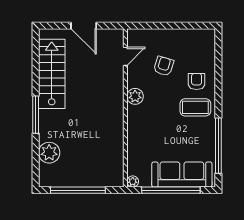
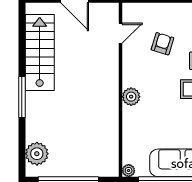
plant: (135, 96) -> (131, 97), moved
plant: (49, 153) -> (37, 154), moved

